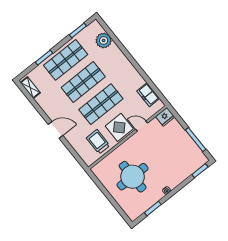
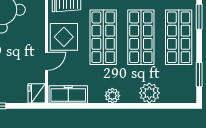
plant: (104, 40) -> (149, 93), moved
plant: (131, 71) -> (112, 96), added
freezer: (148, 95) -> (68, 94), width x1.40

